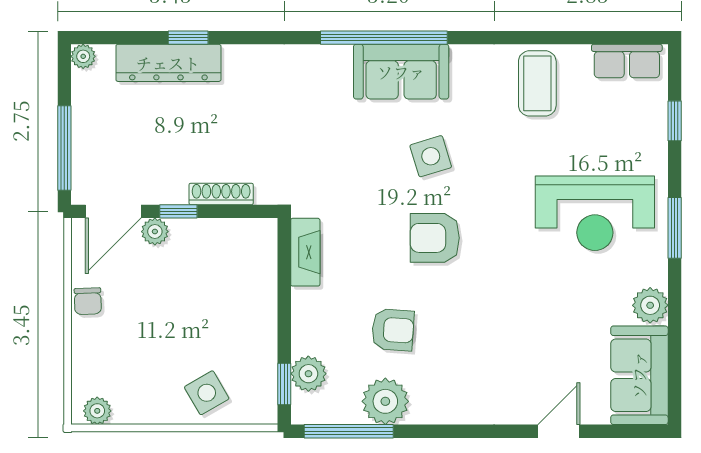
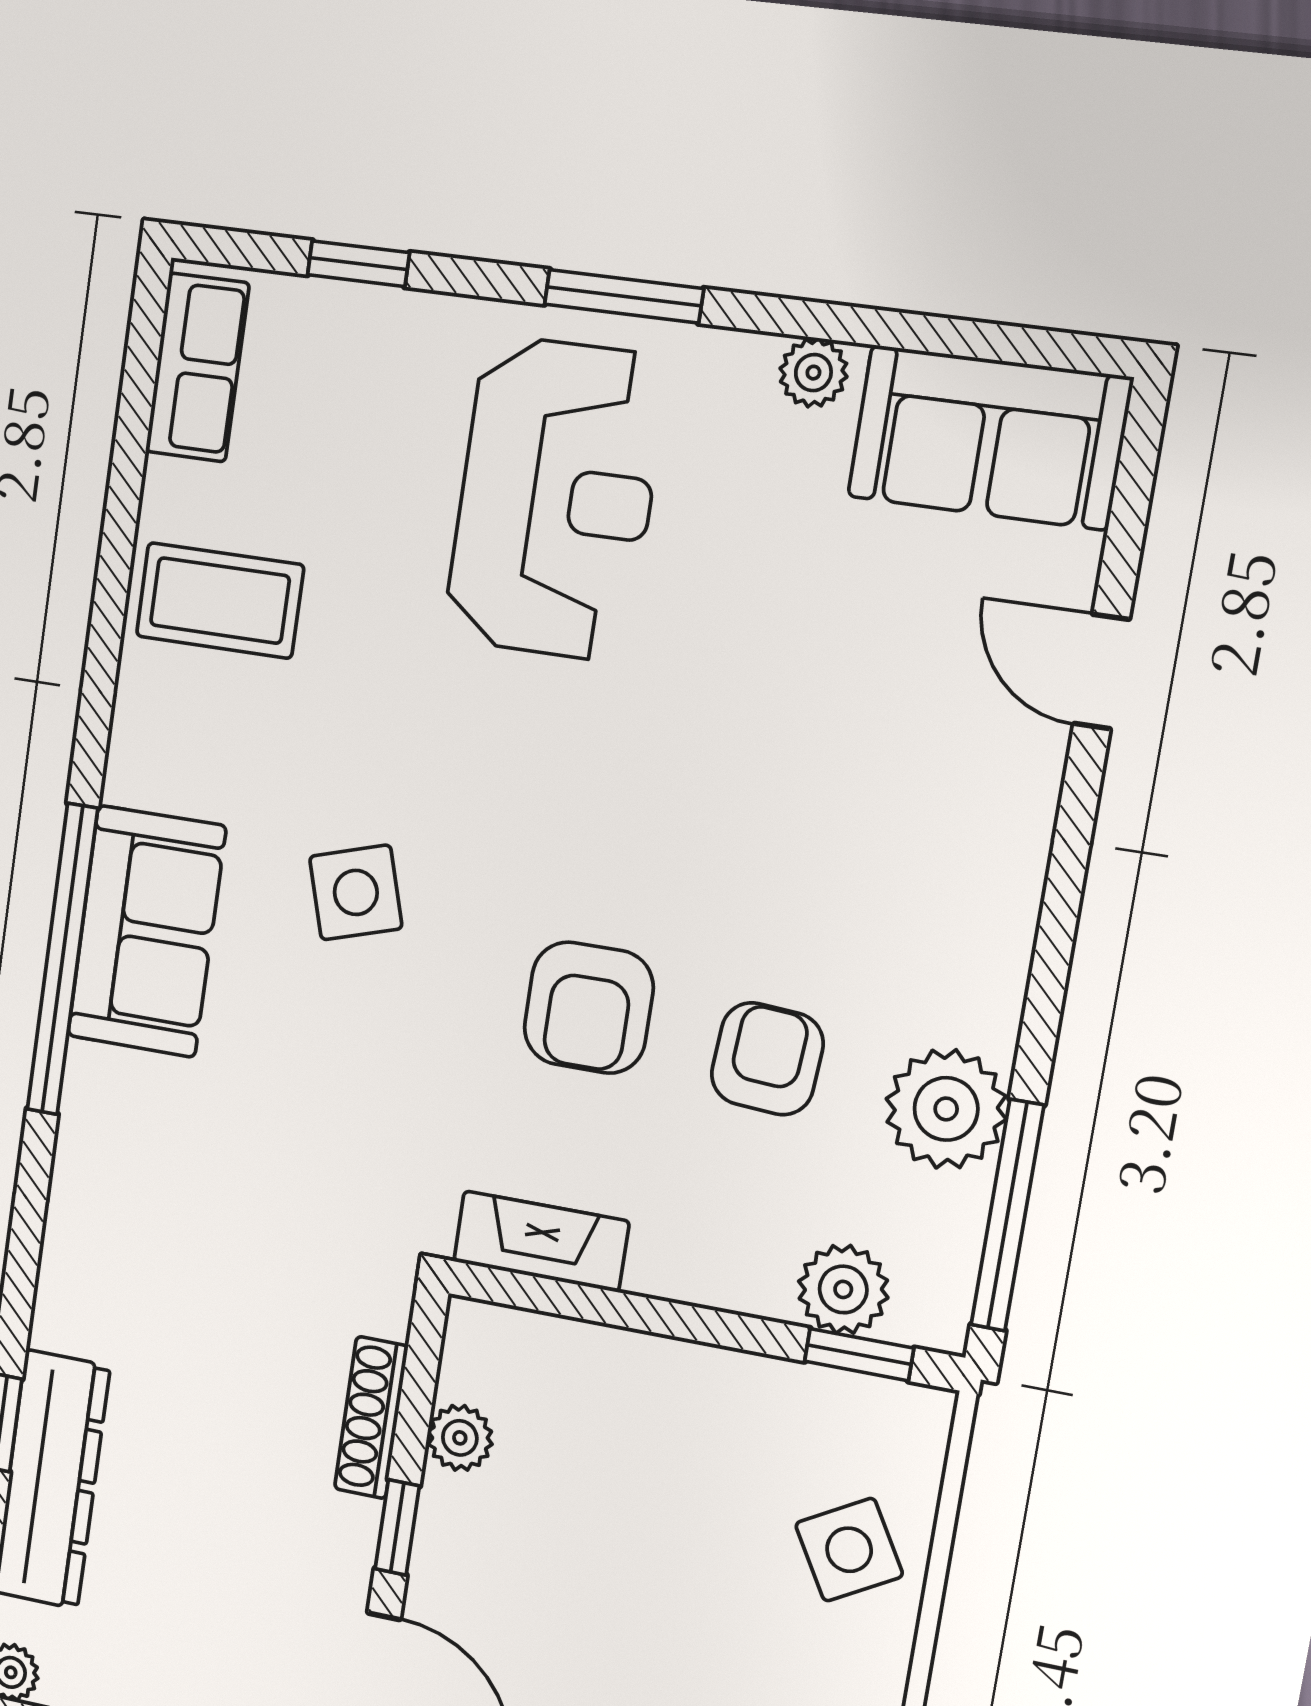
plant: (155, 232) -> (460, 1438), moved
armchair: (435, 238) -> (589, 1008), moved
plant: (650, 305) -> (813, 373), width x0.73, depth x0.73

